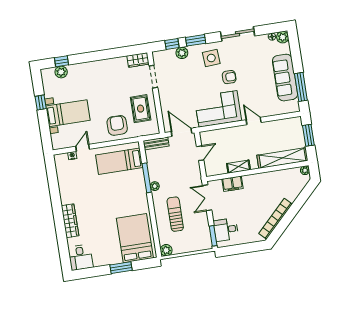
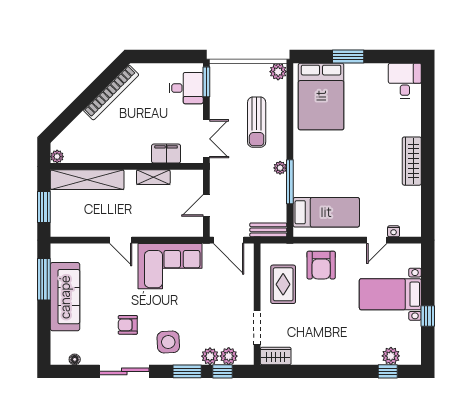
plant: (283, 37) -> (229, 356), moved
armchair: (229, 77) -> (128, 325), moved
wardrobe: (70, 221) -> (412, 161), moved

